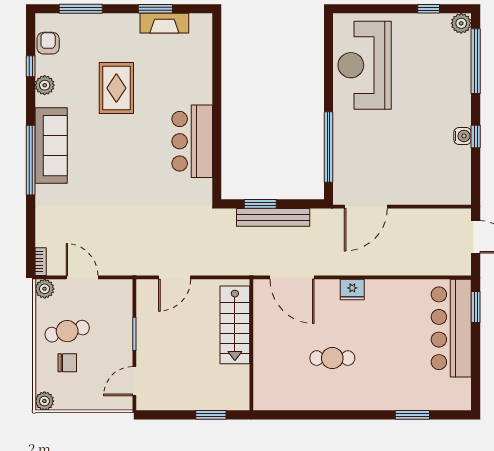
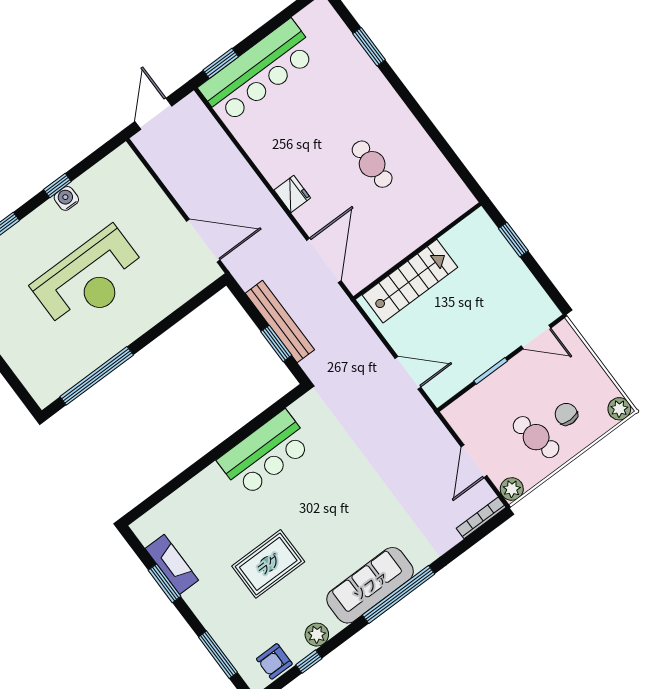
reception desk: (365, 65) -> (90, 279), moved
window: (328, 147) -> (97, 376), moved
bookcase: (41, 262) -> (481, 518), width x1.56

